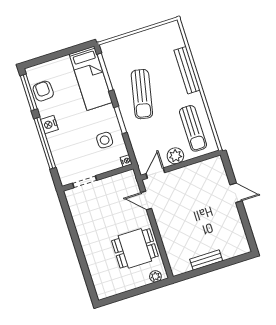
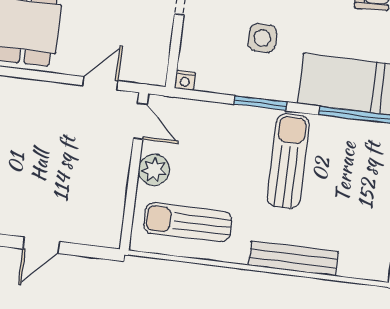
sun lounger: (142, 94) -> (288, 161), turned 78
side table: (105, 140) -> (262, 38), moved

